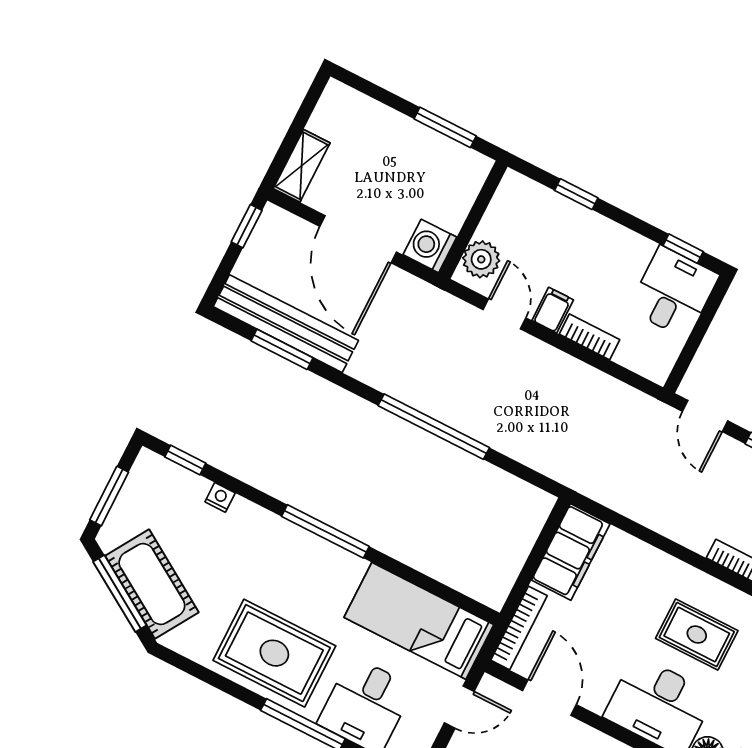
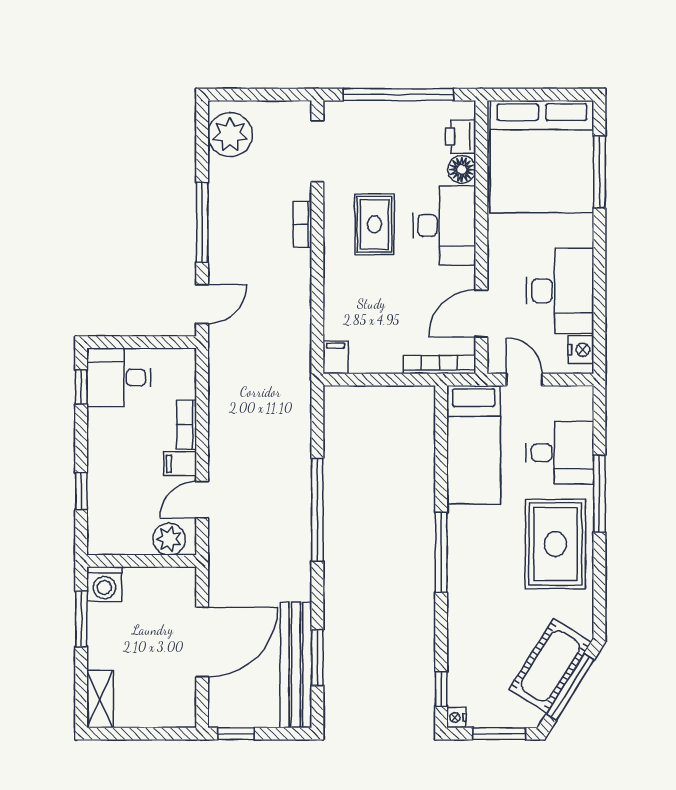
shelving: (302, 166) -> (100, 699), moved, turned 90
washing machine: (430, 246) -> (104, 584), moved
nightstand: (220, 497) -> (456, 717), moved
filing cabinet: (571, 552) -> (335, 357), width x0.33, depth x0.86

